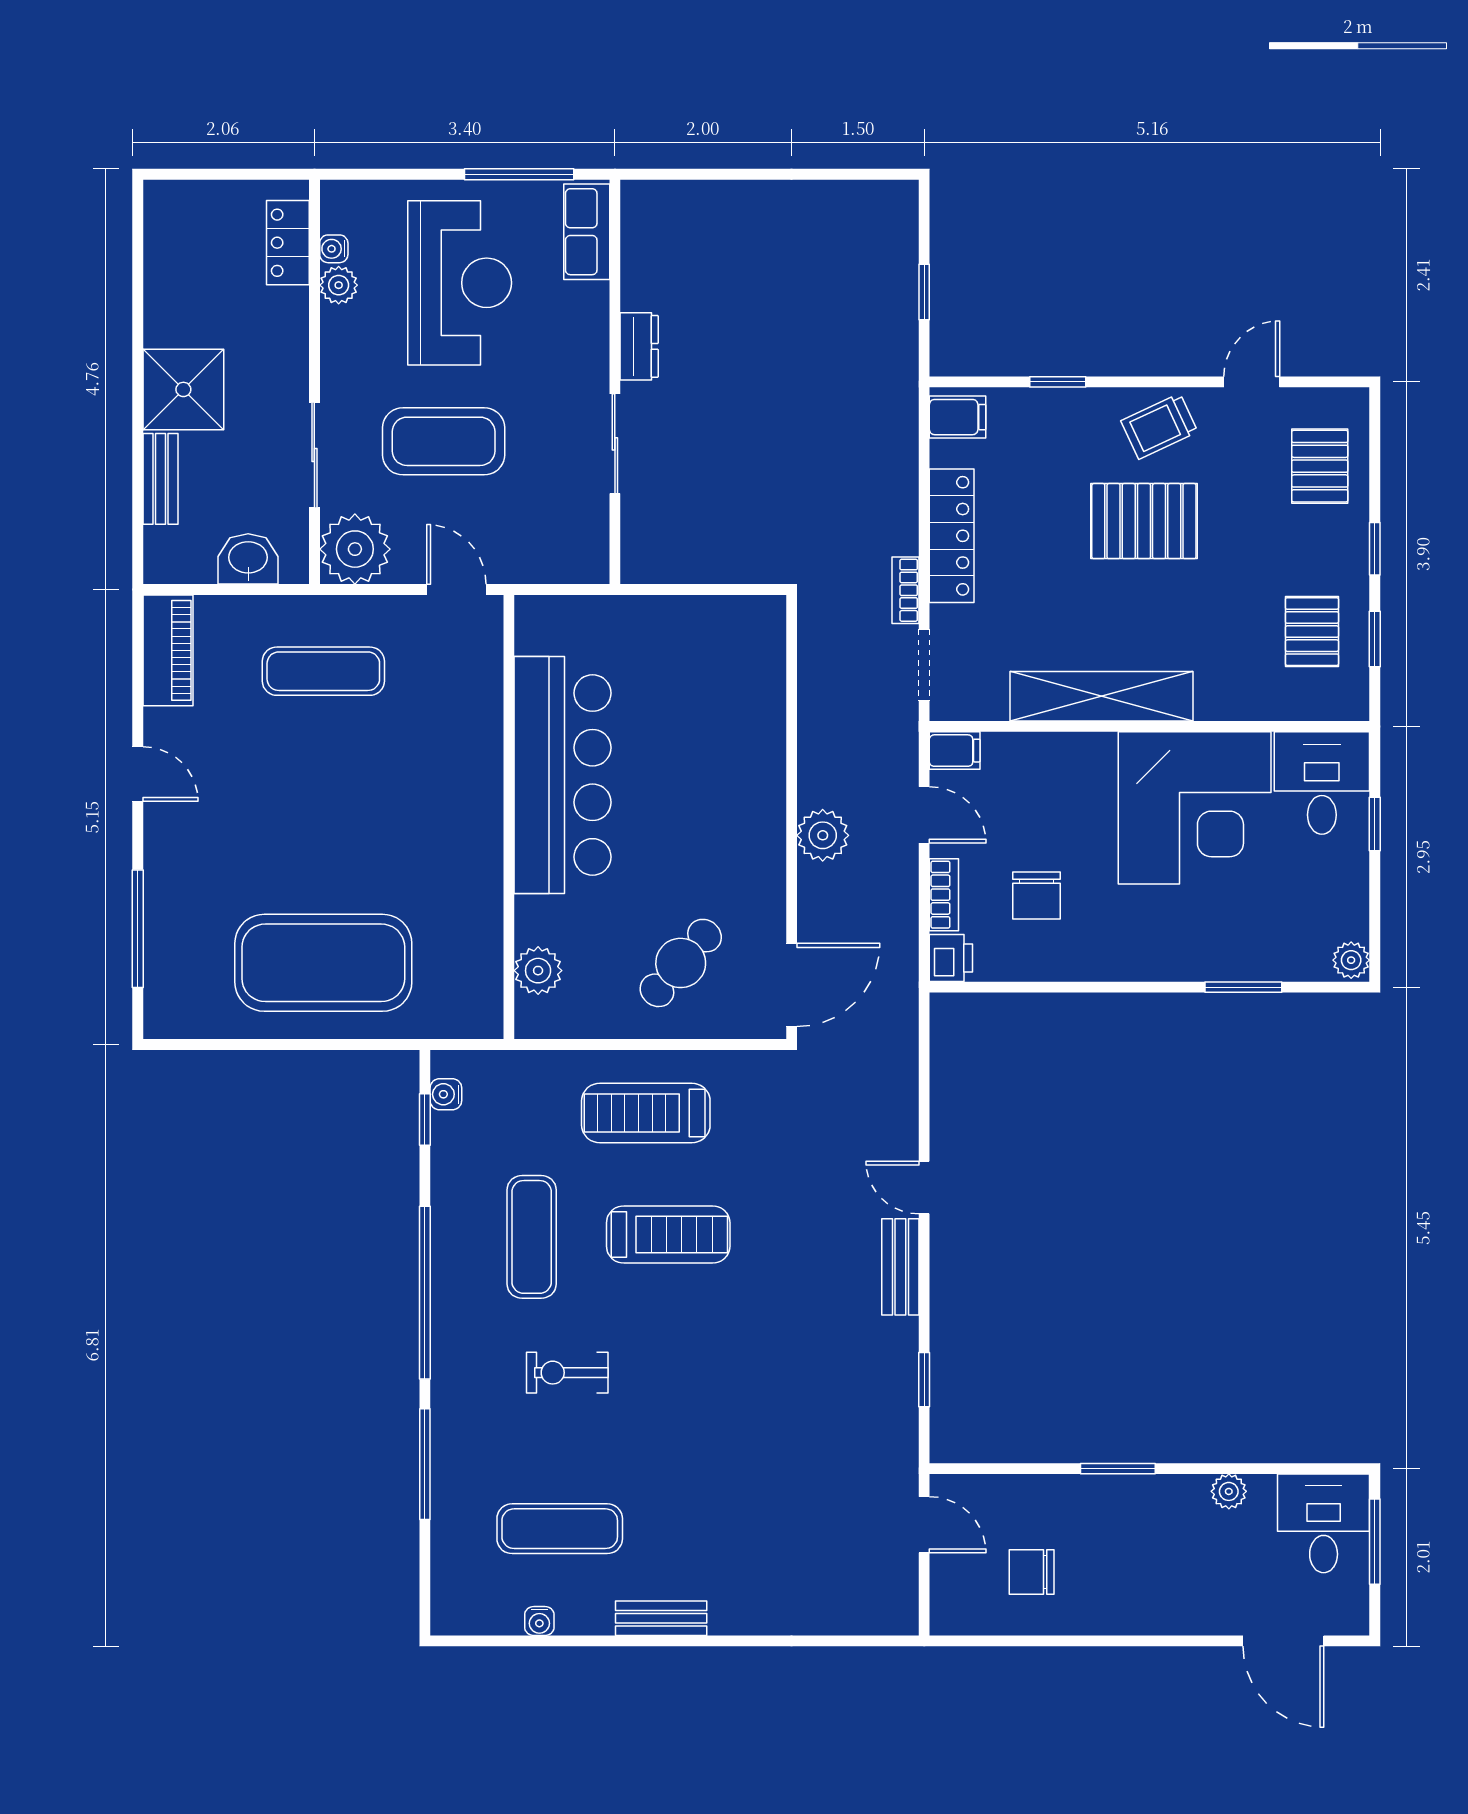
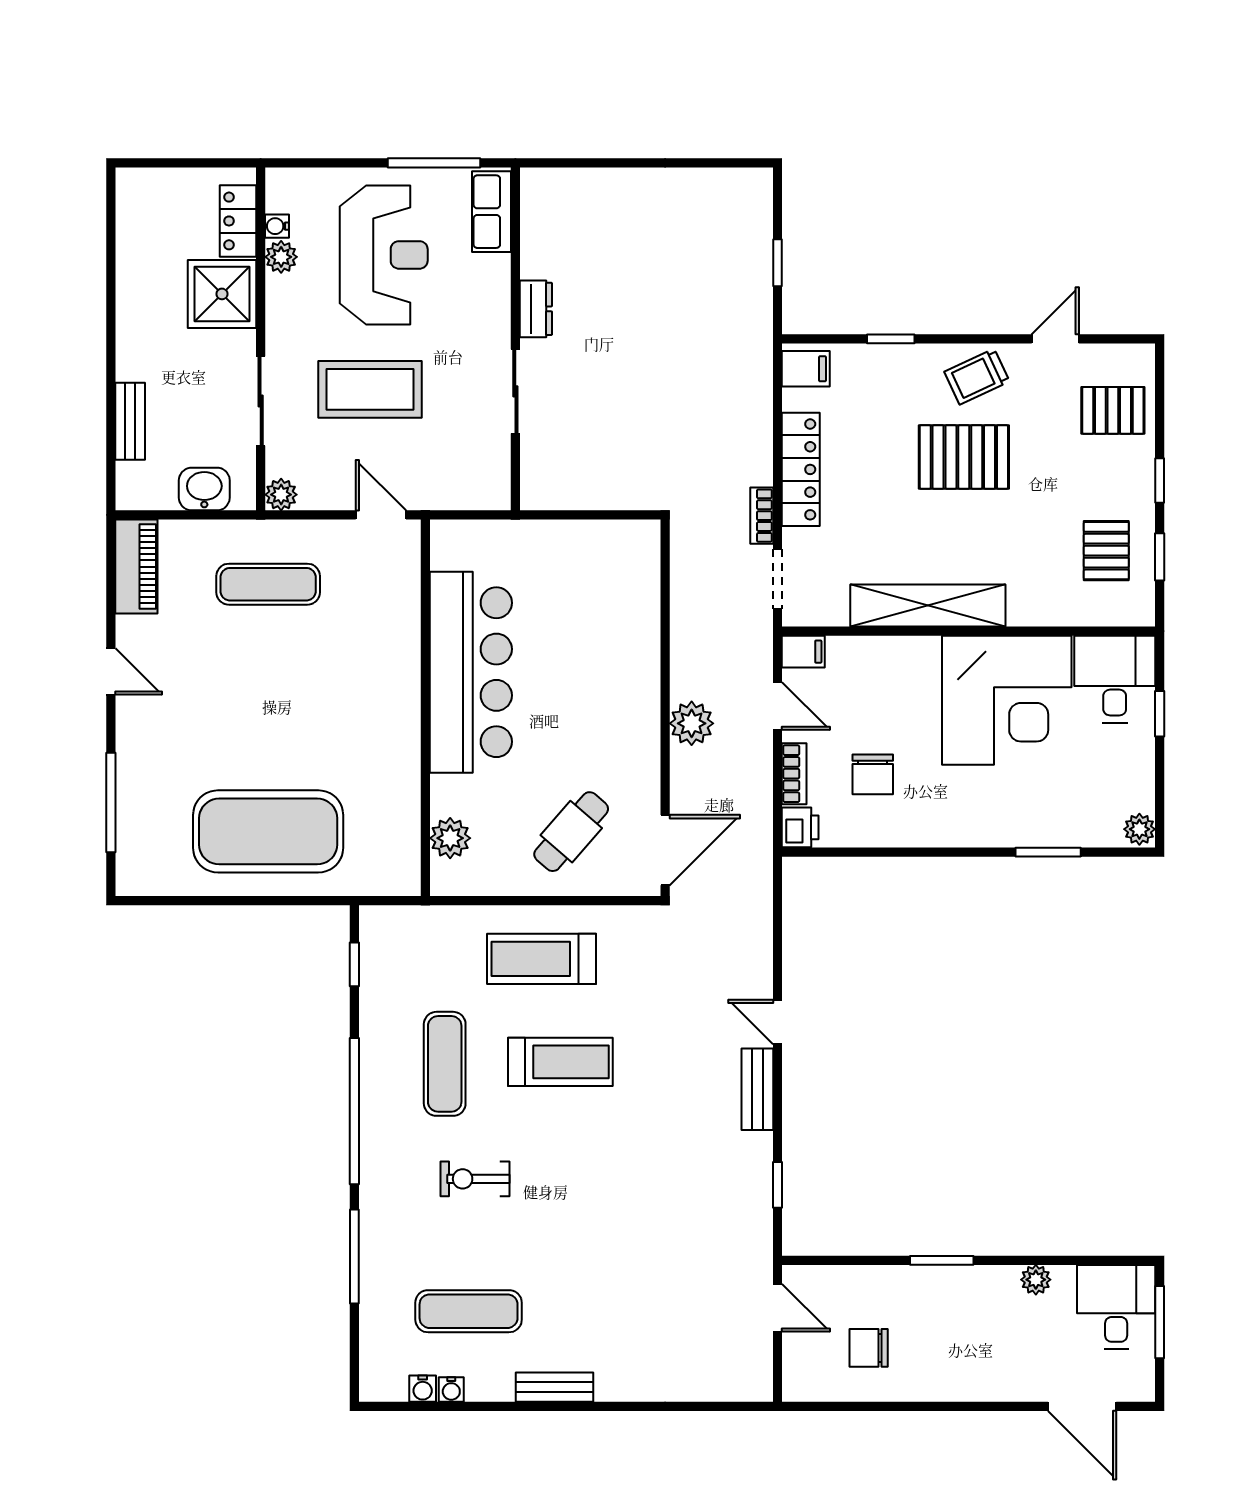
shower: (183, 389) -> (222, 294), moved
pallet: (1320, 466) -> (1113, 410), turned 90
plant: (355, 549) -> (281, 495), width x0.53, depth x0.53
water cooler: (446, 1094) -> (423, 1389), moved, turned -90

